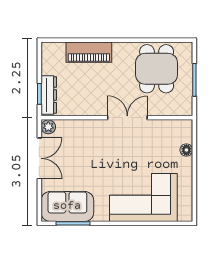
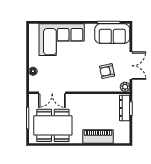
dining table: (157, 69) -> (53, 125), width x1.38
double door: (127, 118) -> (52, 93), moved
armchair: (75, 150) -> (107, 71), added
double door: (39, 158) -> (131, 66), swing flipped

